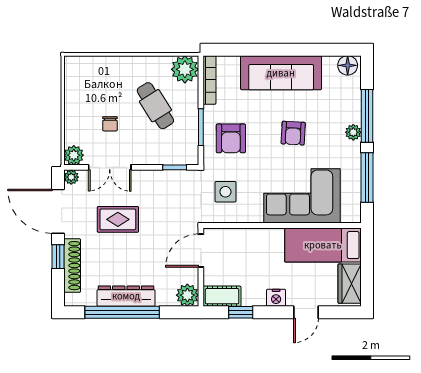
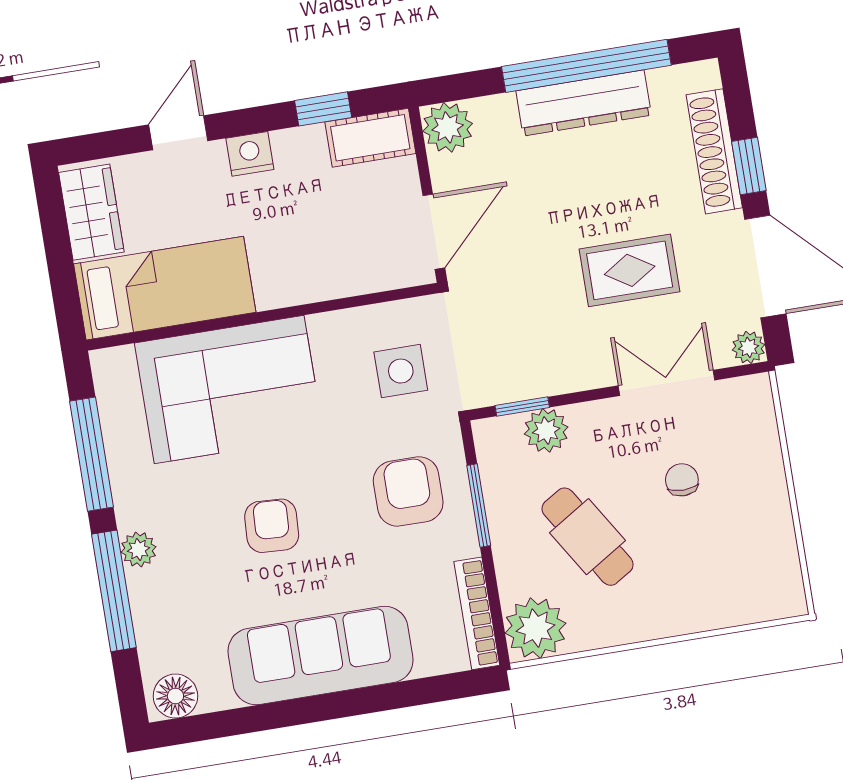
plant: (74, 155) -> (546, 430), moved

